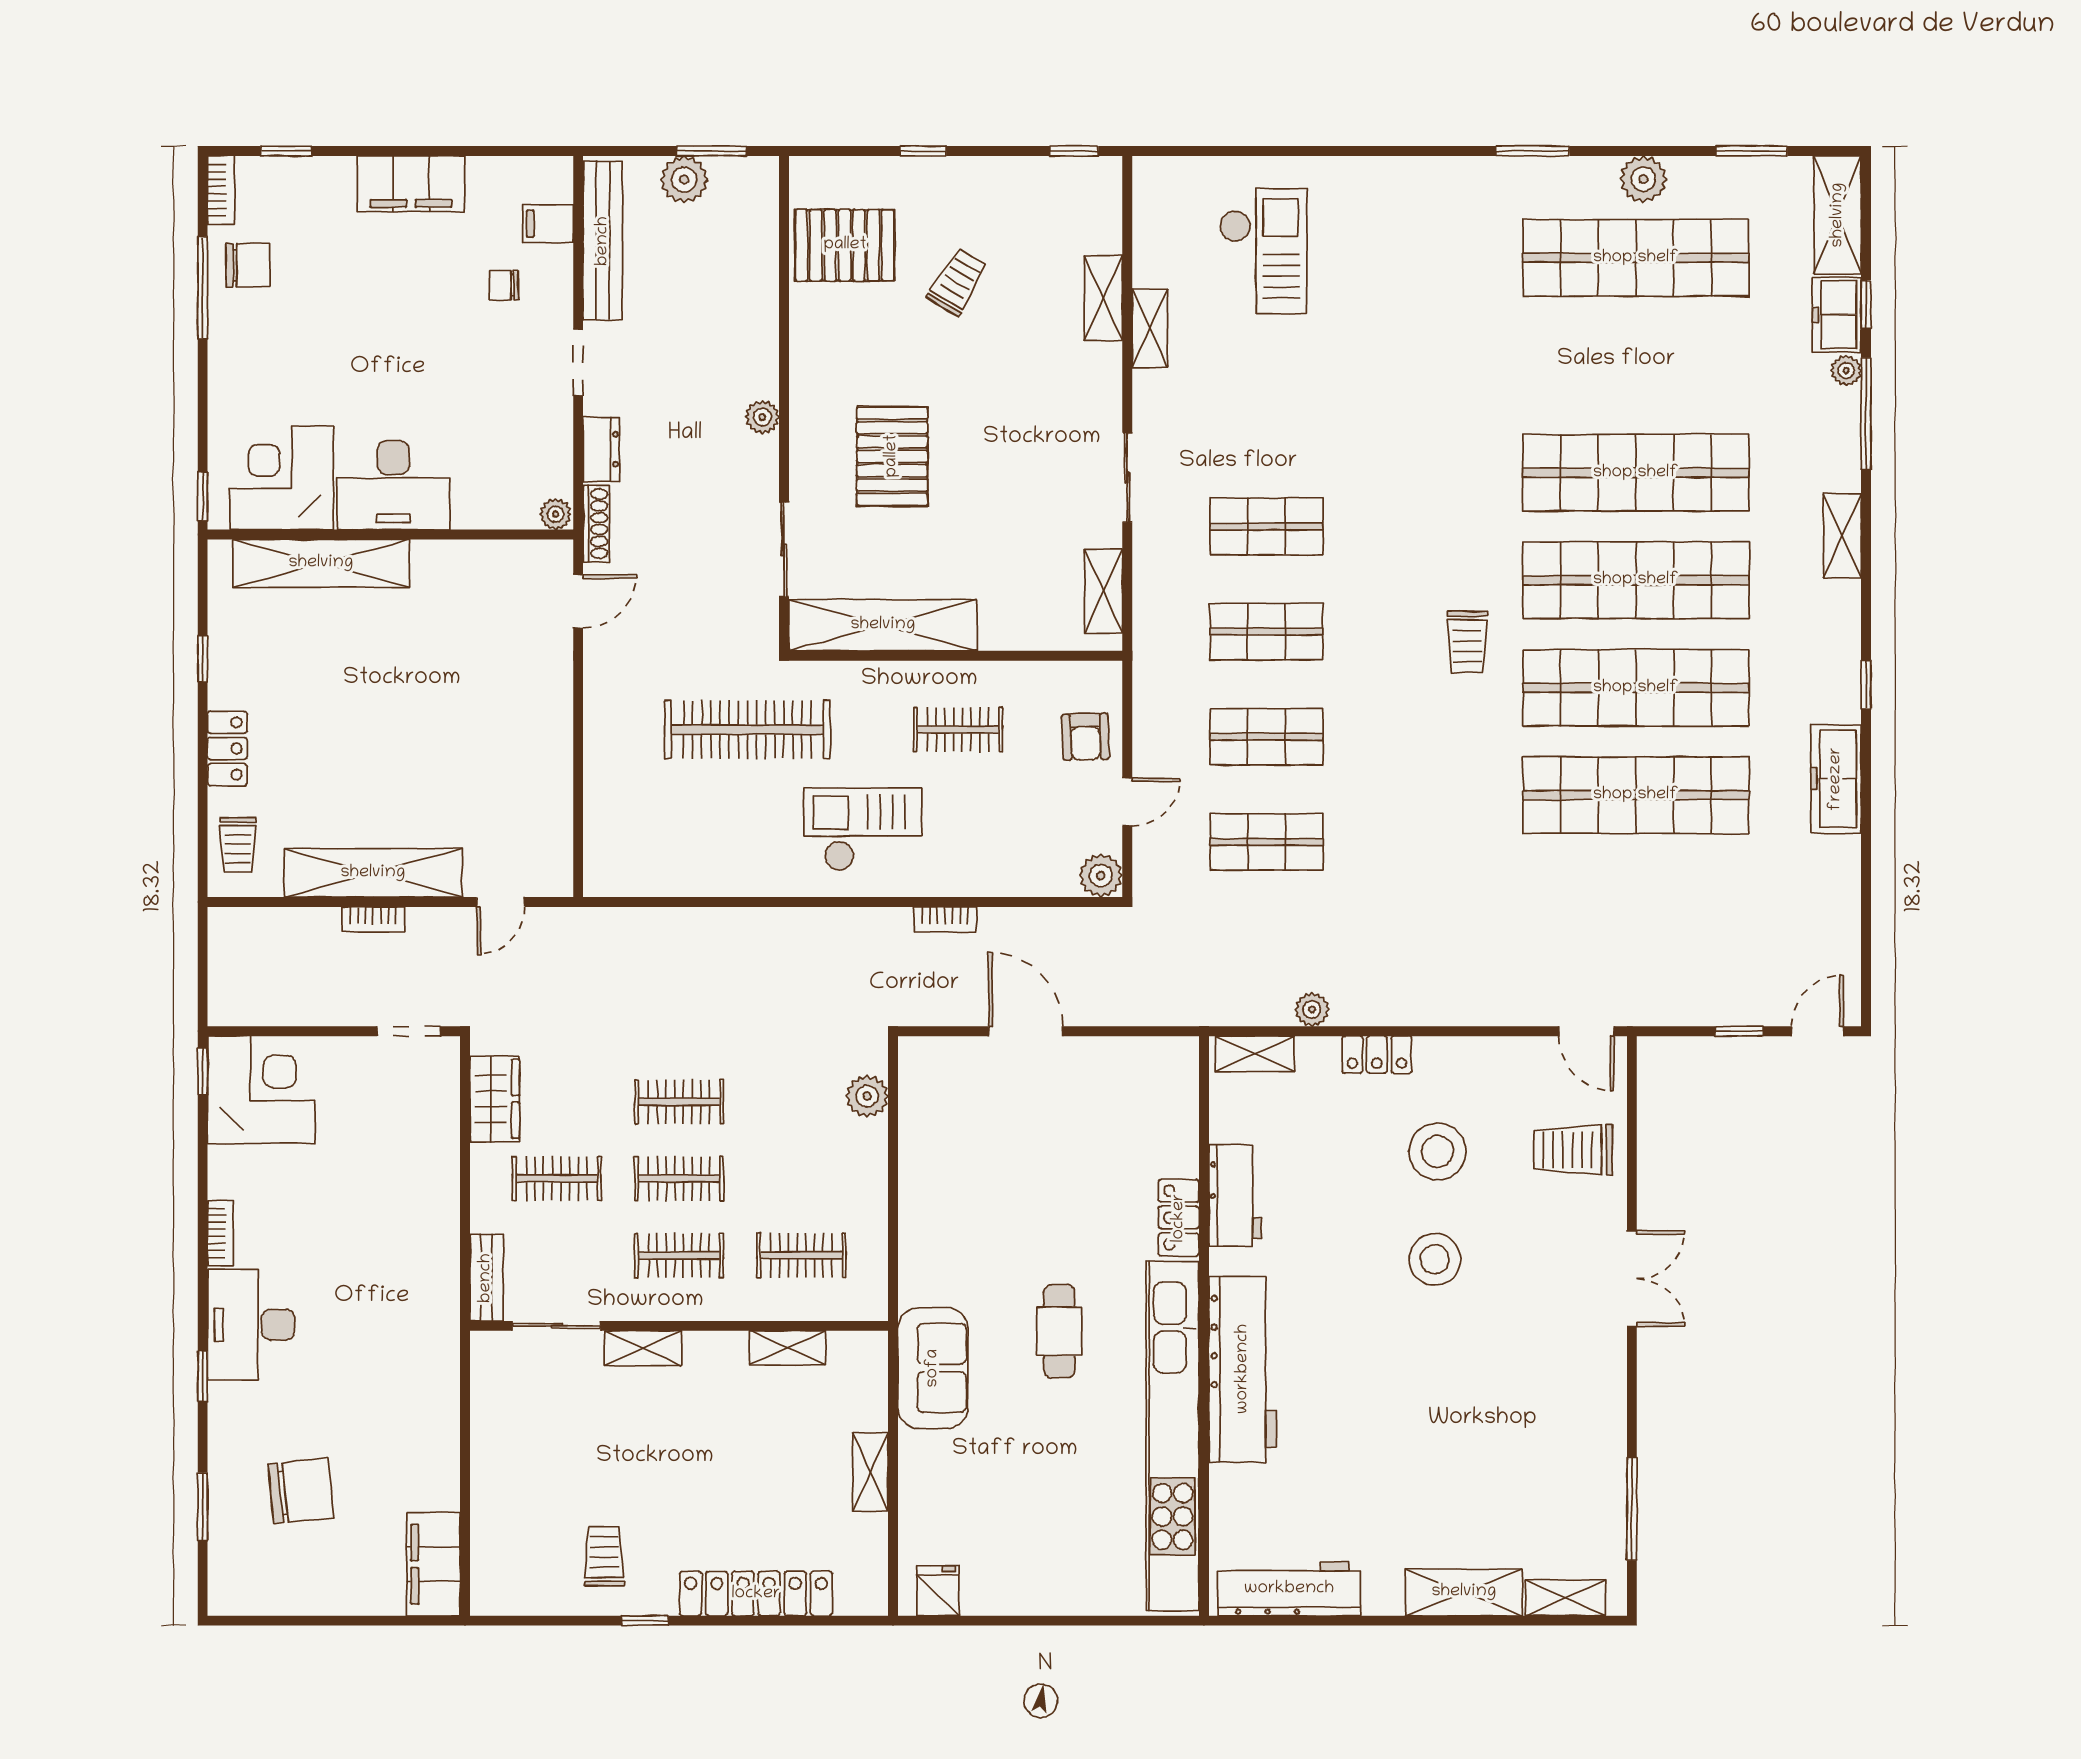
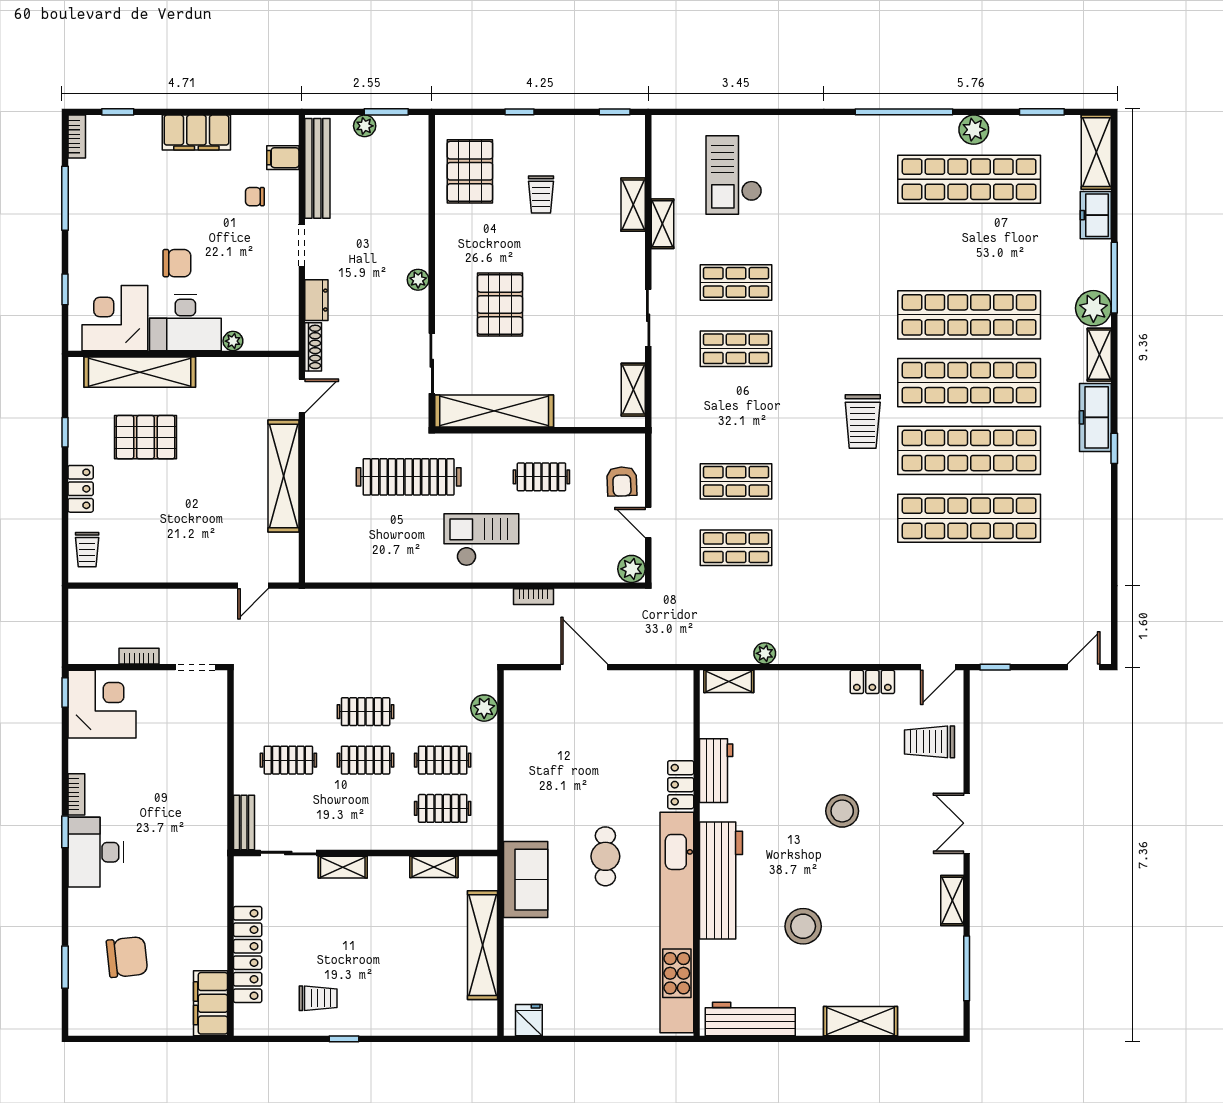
window: (1533, 151) -> (904, 112), width x2.11
plant: (684, 180) -> (365, 126), width x0.73, depth x0.73
pallet: (845, 245) -> (470, 171), turned 90
checkout: (1263, 251) -> (734, 175), turned 180
chair: (248, 265) -> (177, 263), moved
trolley: (957, 282) -> (541, 194), turned 149
window: (1866, 304) -> (1114, 209), removed
plant: (1846, 371) -> (1093, 308), moved, width x1.87, depth x1.87
window: (203, 496) -> (65, 289), moved
plant: (556, 514) -> (233, 341), moved
shop shelf: (1266, 632) -> (736, 282), moved
trolley: (1467, 642) -> (863, 422), width x1.36, depth x1.39
pallet: (330, 667) -> (145, 437), added
freezer: (1836, 779) -> (1095, 417), moved
door: (1127, 802) -> (648, 522), swing flipped
shelving: (373, 873) -> (283, 476), moved, turned 90
bookcase: (373, 919) -> (139, 656), moved, turned 180
door: (1586, 1031) -> (938, 667), hinge flipped
window: (1739, 1031) -> (995, 667), moved
locker: (1377, 1055) -> (872, 682), moved
wardrobe: (495, 1099) -> (249, 710), removed
stool: (1438, 1151) -> (803, 926), moved
clothes rail: (679, 1255) -> (443, 760), moved
double door: (1632, 1279) -> (967, 823), swing flipped
window: (203, 1376) -> (65, 832), moved
shelving: (870, 1472) -> (483, 945), width x2.20, depth x1.33
trolley: (604, 1556) -> (318, 998), turned 90
locker: (756, 1594) -> (248, 954), moved, turned 90
shelving: (1566, 1598) -> (952, 901), moved, turned 90

